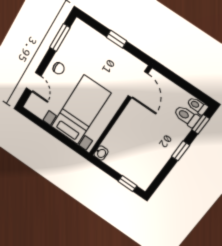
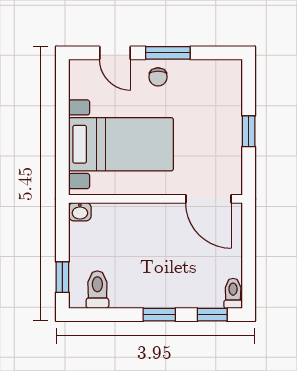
window: (60, 38) -> (168, 53), moved
door: (34, 82) -> (115, 53), hinge flipped
door: (138, 85) -> (209, 199), hinge flipped
toilet: (187, 116) -> (97, 290), moved

